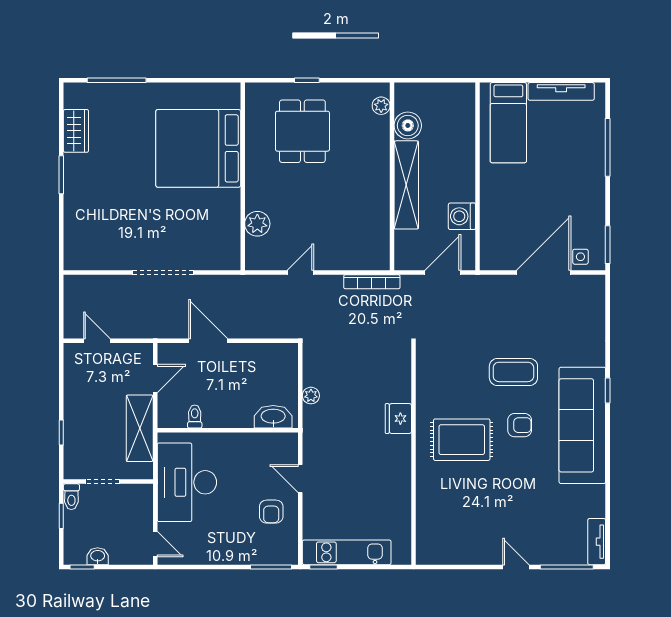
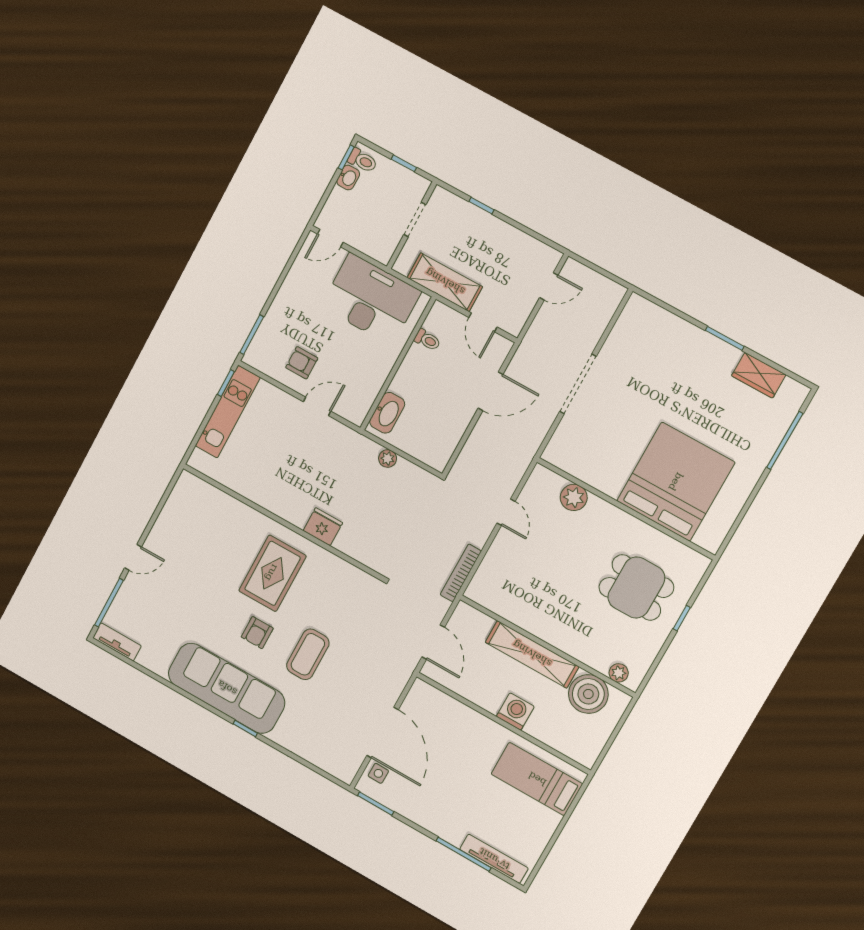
tv unit: (561, 91) -> (494, 859), moved, turned 90
boiler: (408, 125) -> (588, 694), width x1.37, depth x1.37
washing machine: (462, 216) -> (515, 711), moved
toilet: (71, 497) -> (363, 161), moved, turned 180

